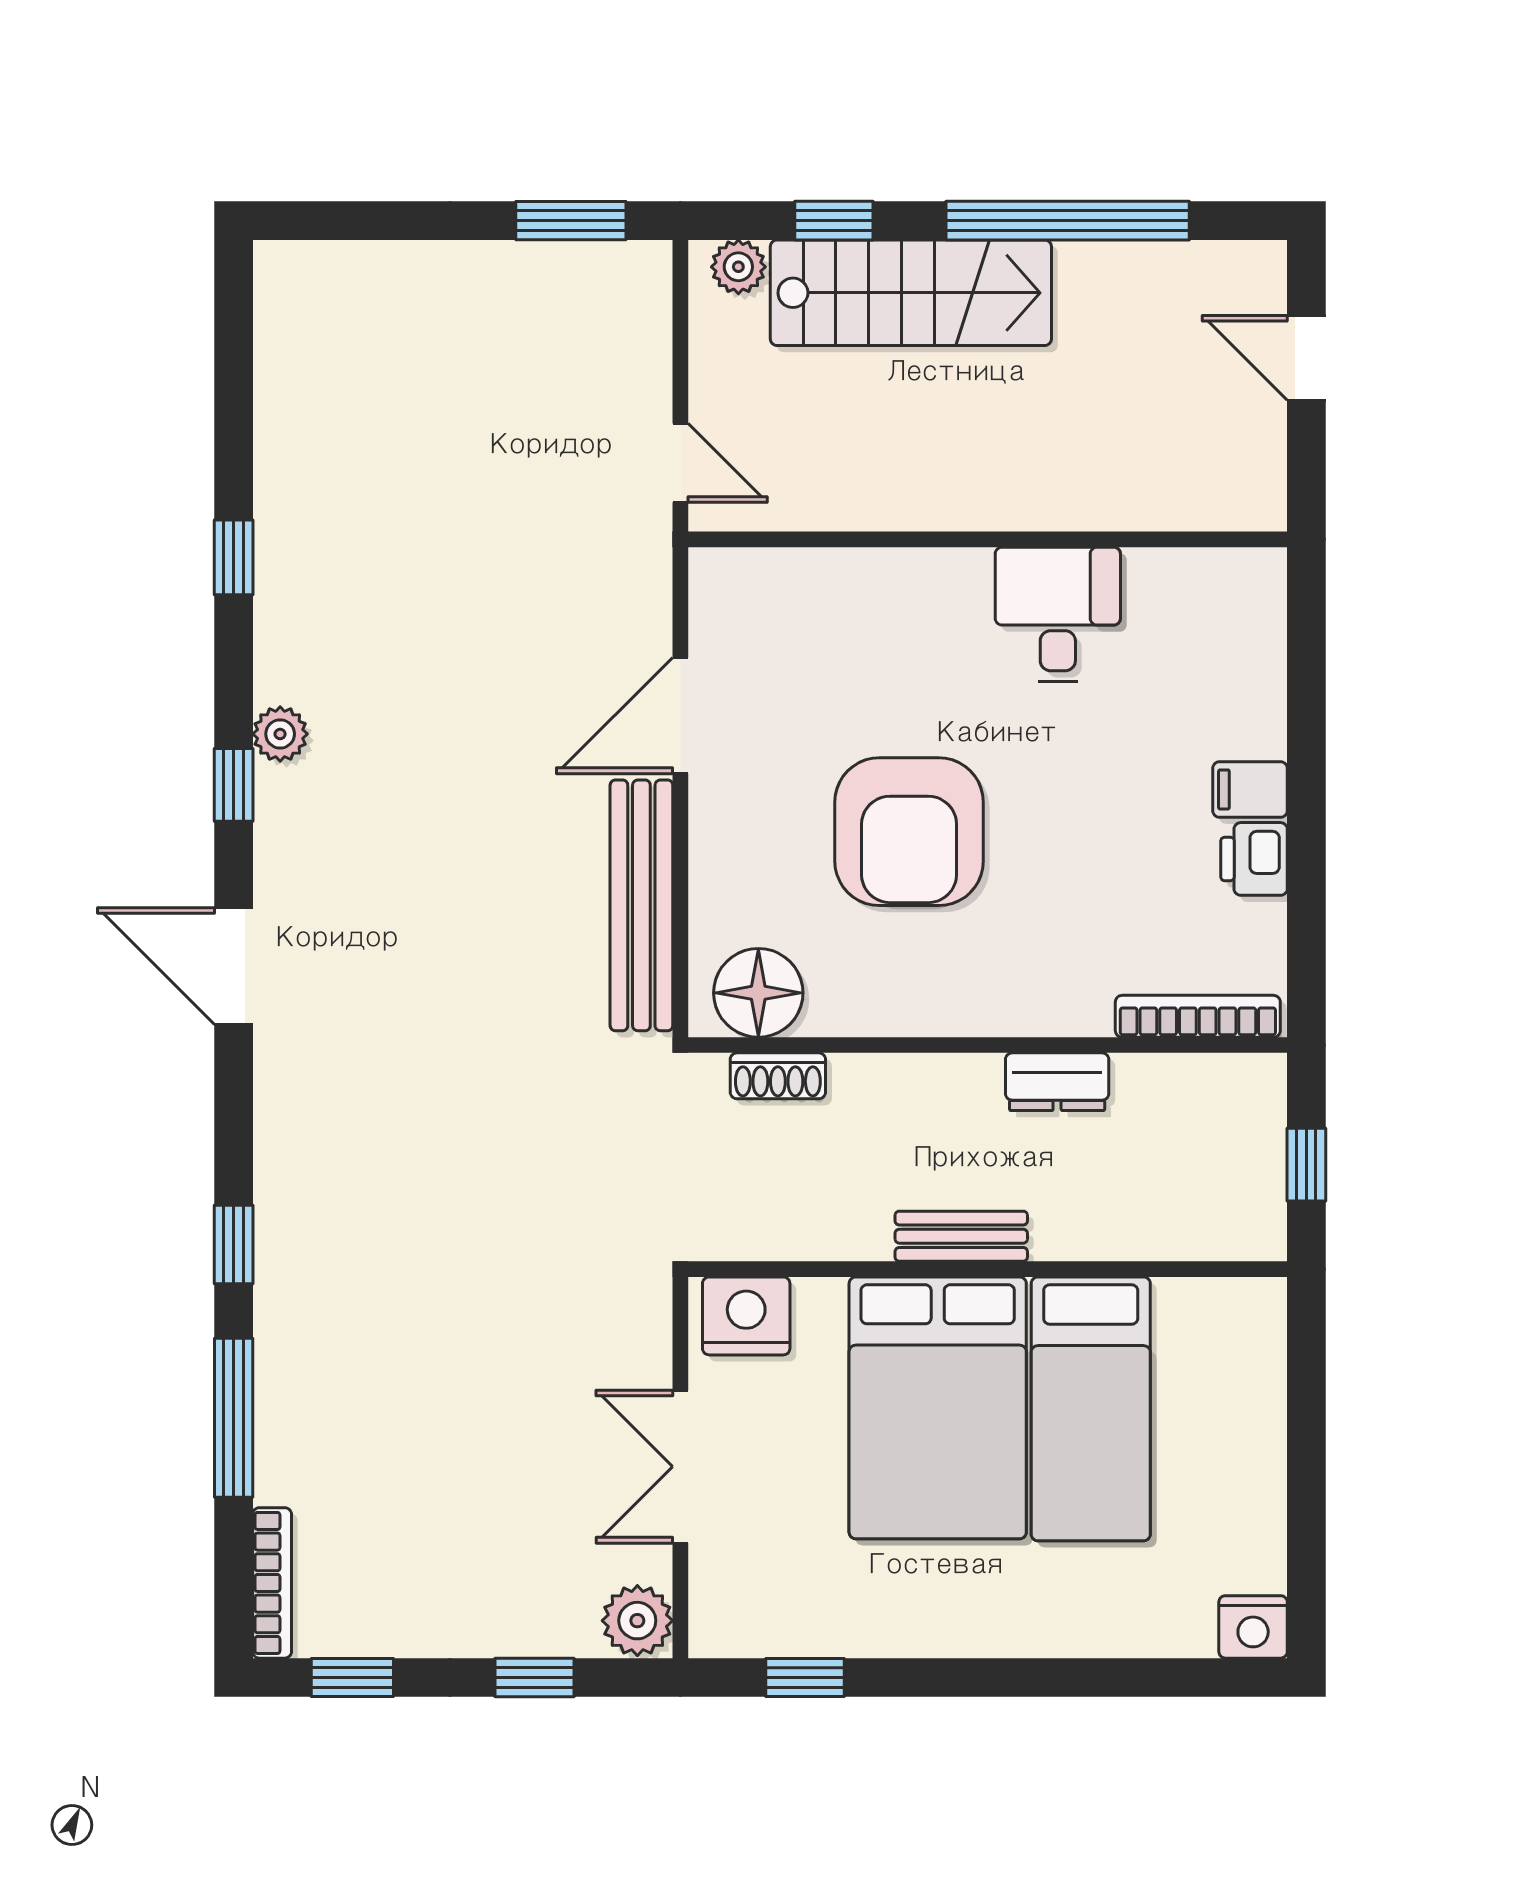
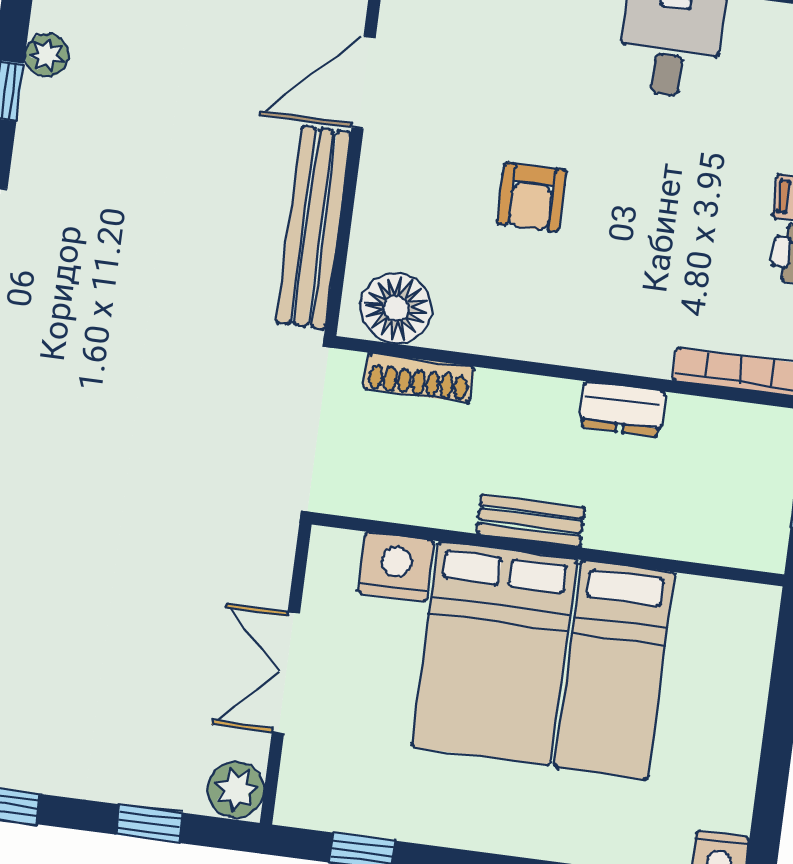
armchair: (909, 832) -> (531, 197), width x0.53, depth x0.53
shoe rack: (778, 1076) -> (419, 378), width x1.43
nightstand: (746, 1316) -> (396, 567), moved

